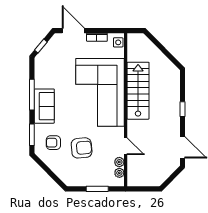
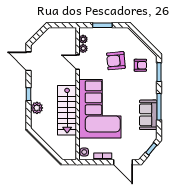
plant: (173, 93) -> (37, 108), added
sofa: (44, 106) -> (148, 115), moved

